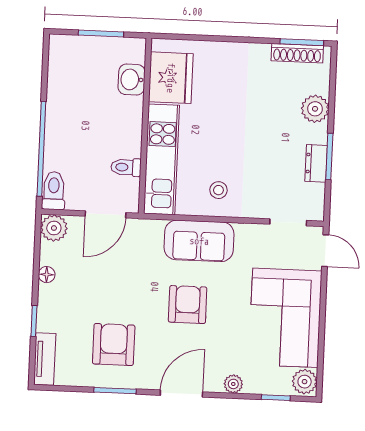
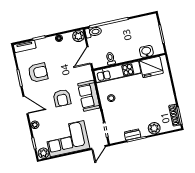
door: (105, 214) -> (89, 55), hinge flipped
armchair: (188, 305) -> (62, 98), turned 90

